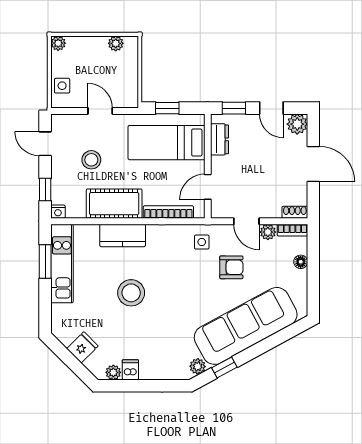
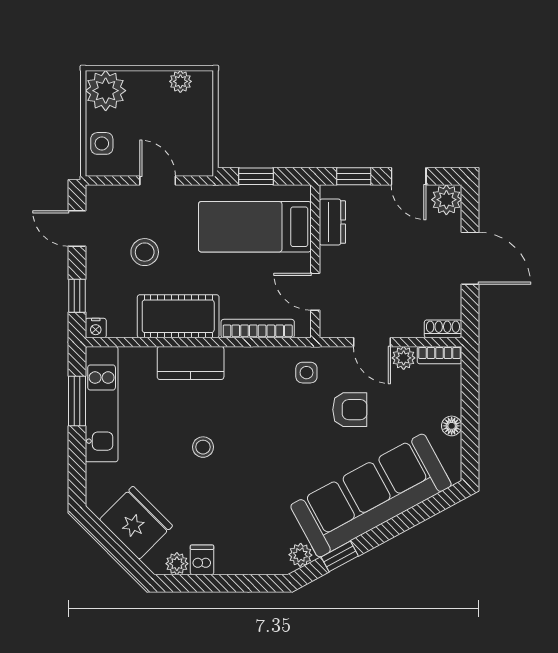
plant: (58, 43) -> (106, 91), width x1.88, depth x1.88
door: (208, 187) -> (315, 292), hinge flipped
floor lamp: (301, 262) -> (452, 426), moved
stool: (131, 293) -> (203, 447), width x0.53, depth x0.53
fridge: (82, 347) -> (136, 523), width x1.88, depth x1.34

